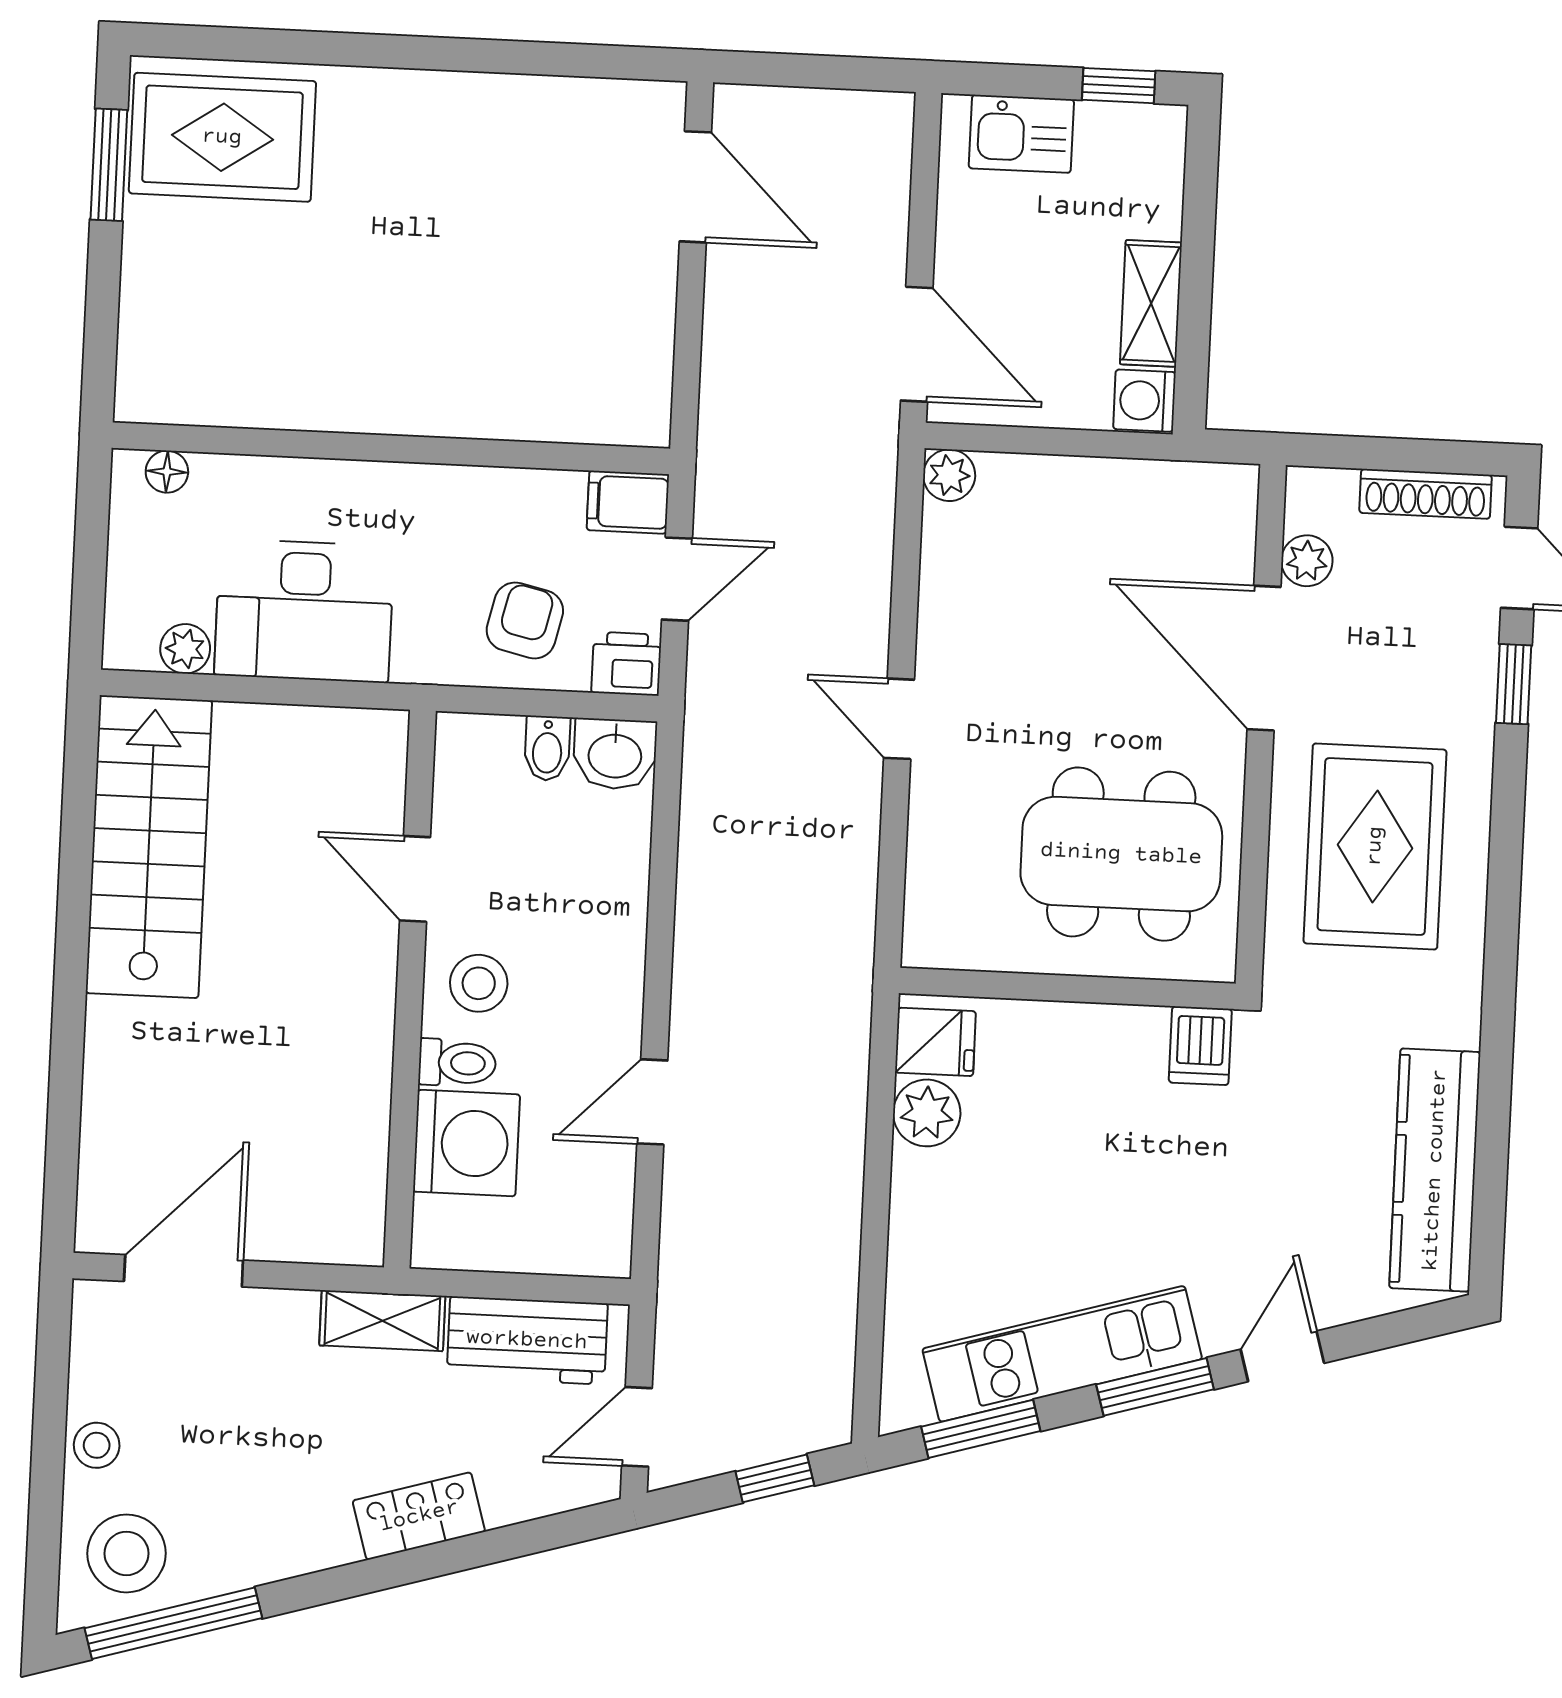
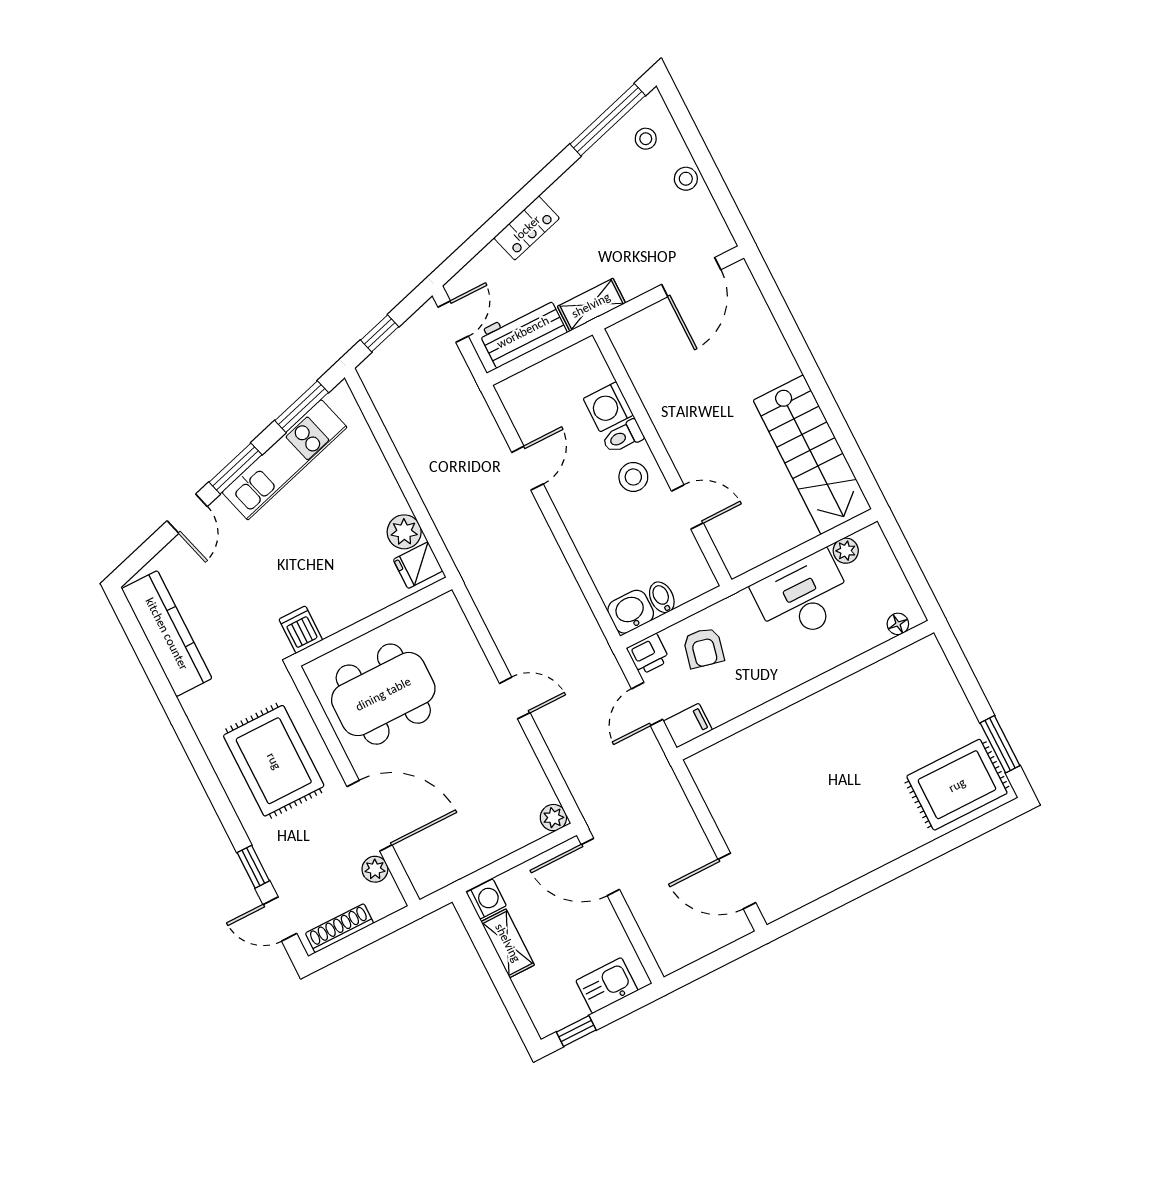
washing machine: (466, 1143) -> (608, 407), width x0.73, depth x0.73
stool: (127, 1553) -> (646, 139), width x0.53, depth x0.53

